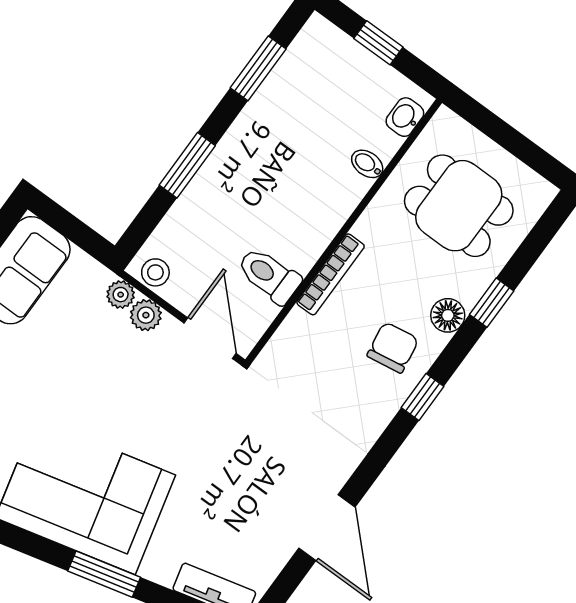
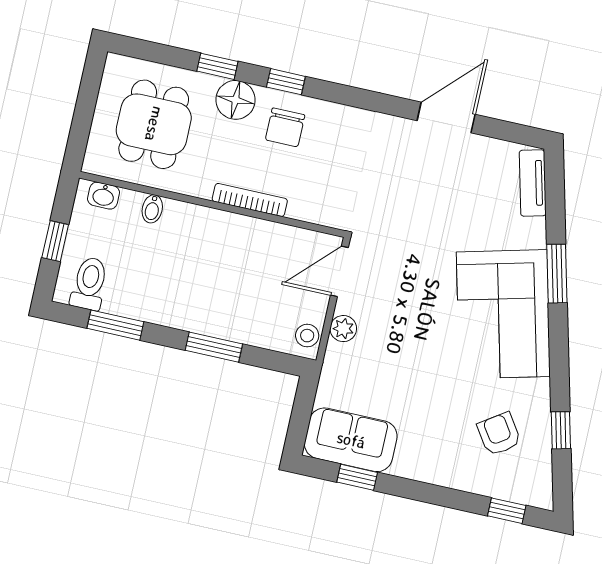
toilet: (269, 275) -> (89, 284), moved, turned 180
plant: (121, 295) -> (336, 355), removed
floor lamp: (448, 315) -> (236, 100), width x1.38, depth x1.38
chair: (393, 347) -> (285, 127), turned -81
window: (423, 397) -> (286, 82), moved

